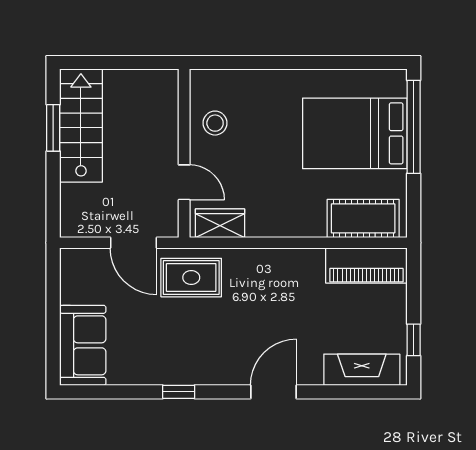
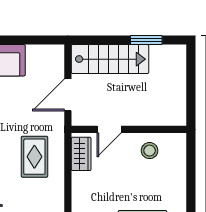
stairs: (81, 126) -> (110, 59), moved
rug: (191, 278) -> (34, 157), moved

